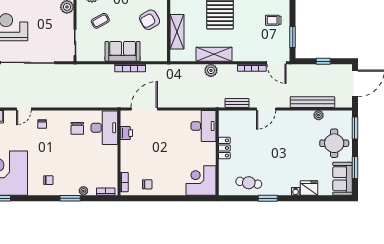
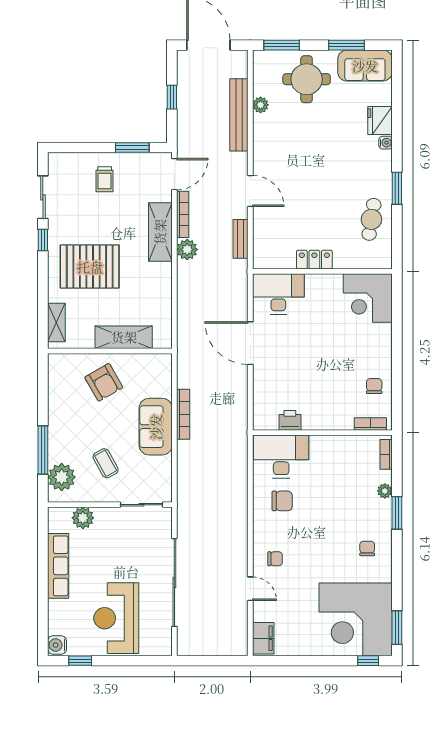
shelving: (214, 54) -> (160, 232), moved
plant: (211, 70) -> (187, 250), moved
door: (144, 109) -> (250, 343), moved

